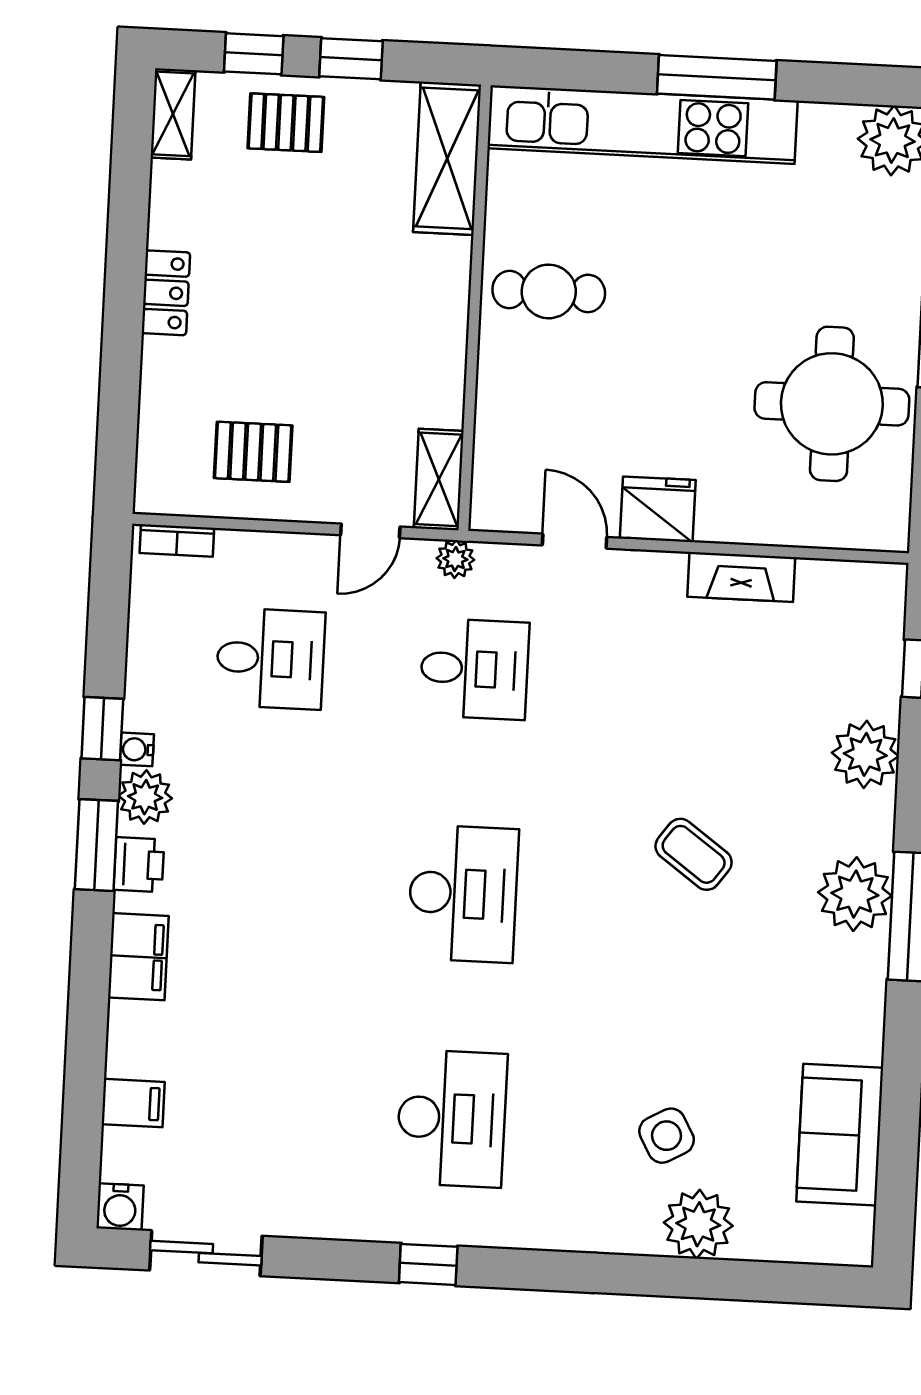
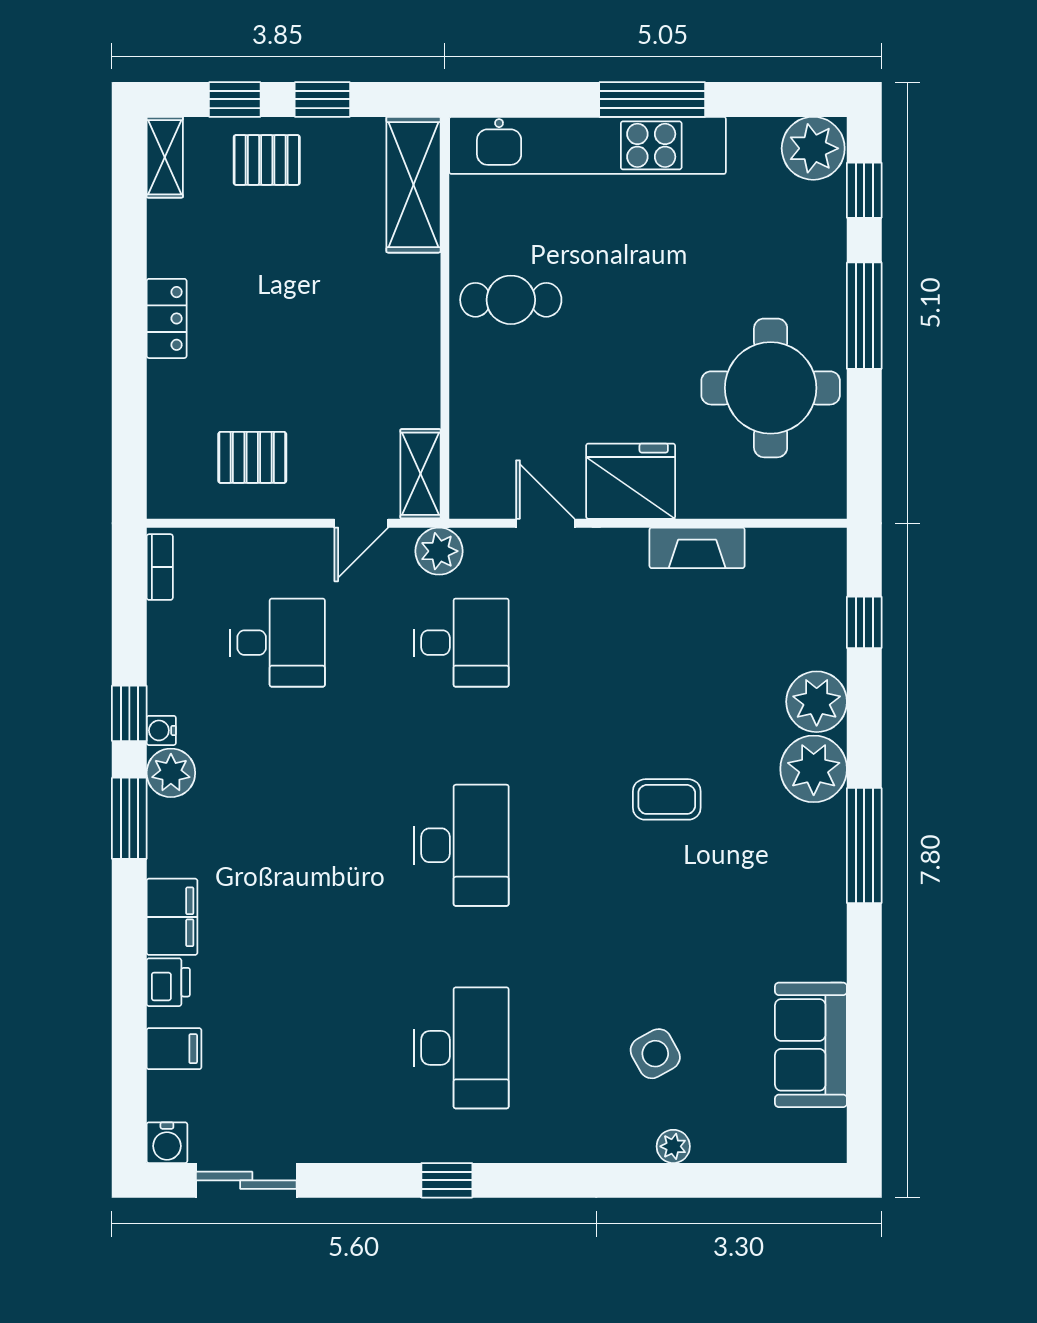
fridge: (658, 509) -> (631, 481), width x1.36, depth x1.34
bookcase: (177, 540) -> (160, 567), moved, turned -90
plant: (455, 559) -> (439, 551), width x1.38, depth x1.38
coffee table: (694, 854) -> (667, 799), turned -36
printer: (139, 865) -> (168, 982), moved
plant: (855, 894) -> (814, 769), moved
plant: (698, 1224) -> (673, 1146), width x0.53, depth x0.53

